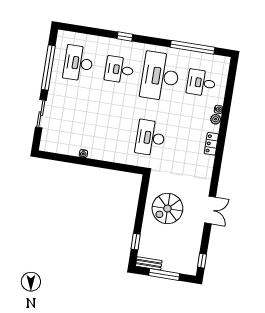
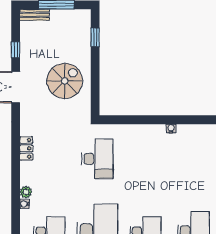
locker: (211, 144) -> (26, 148), moved
window: (202, 261) -> (16, 50), moved
bench: (149, 263) -> (35, 15), moved

